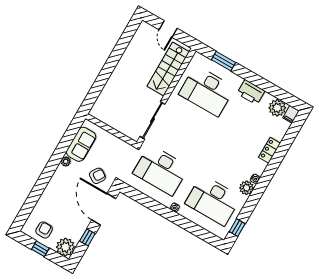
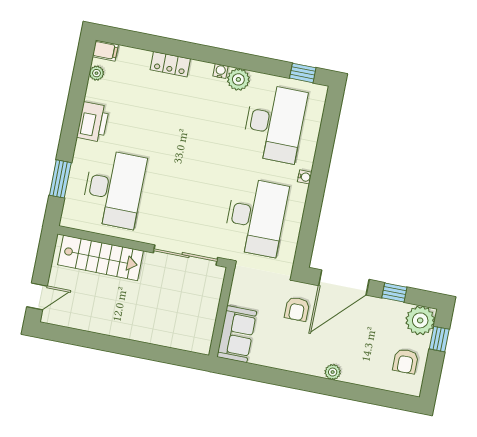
door: (168, 29) -> (37, 296), moved
plant: (277, 108) -> (96, 73), width x0.53, depth x0.53
sofa: (81, 144) -> (237, 334), moved, turned 90
plant: (66, 161) -> (333, 372), moved
armchair: (97, 176) -> (297, 309), turned -123
armchair: (44, 230) -> (406, 361), turned -90
window: (40, 249) -> (439, 339), moved

